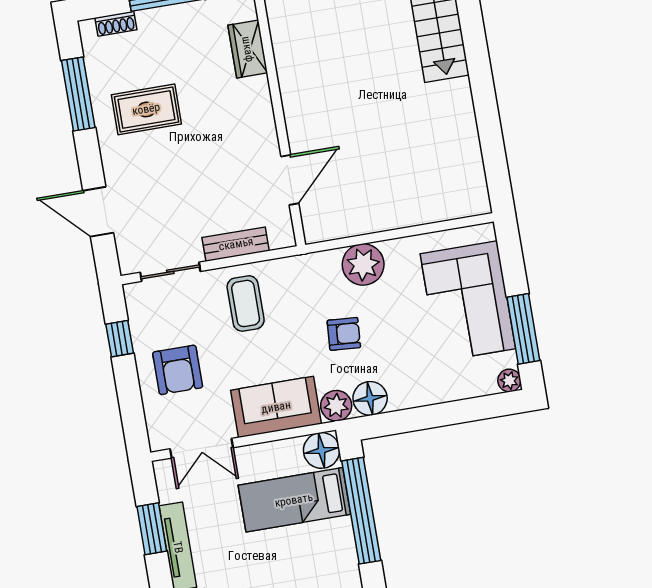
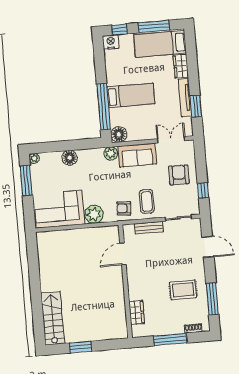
corner sofa: (468, 301) -> (59, 209), moved, turned -90
armchair: (344, 334) -> (124, 208), moved
floor lamp: (370, 398) -> (70, 158), moved
bed: (294, 500) -> (131, 95), moved

